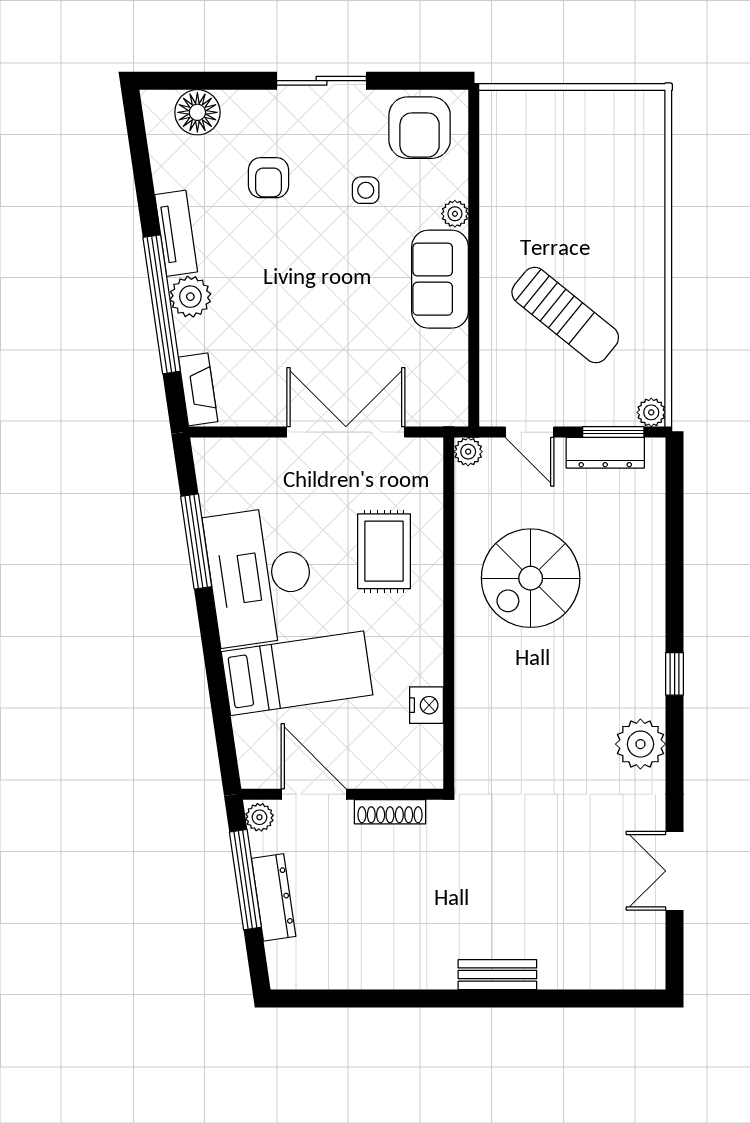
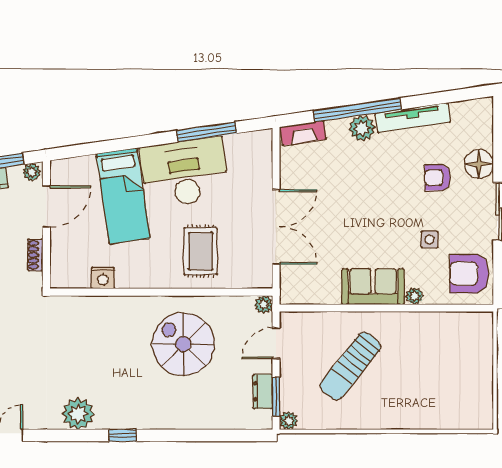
floor lamp: (197, 112) -> (479, 164), moved
tv unit: (176, 233) -> (413, 118), width x1.41
dresser: (605, 453) -> (263, 391), width x0.70
rug: (384, 551) -> (201, 251), turned 90
shoe rack: (390, 812) -> (35, 255), width x0.70

